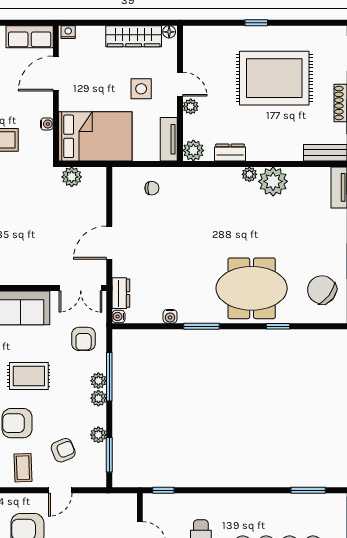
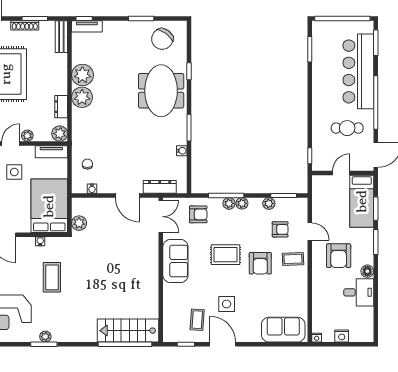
plant: (249, 174) -> (82, 97), width x1.88, depth x1.88
dresser: (121, 293) -> (160, 187), width x1.44
water cooler: (119, 317) -> (92, 189), moved
rug: (29, 376) -> (226, 255), turned 90
armchair: (63, 450) -> (280, 229), turned 112

